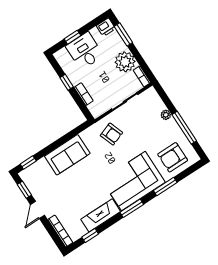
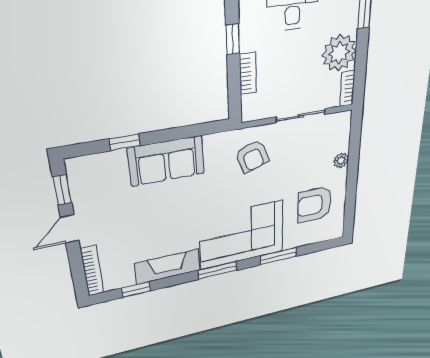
window: (184, 128) -> (351, 188), removed
armchair: (173, 157) -> (315, 205), moved
window: (28, 163) -> (125, 142), moved

